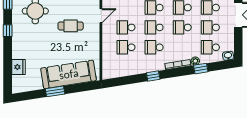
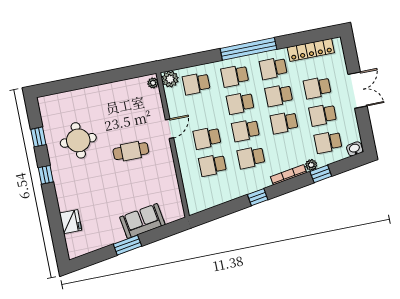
sofa: (69, 74) -> (142, 221), width x0.54, depth x0.79

